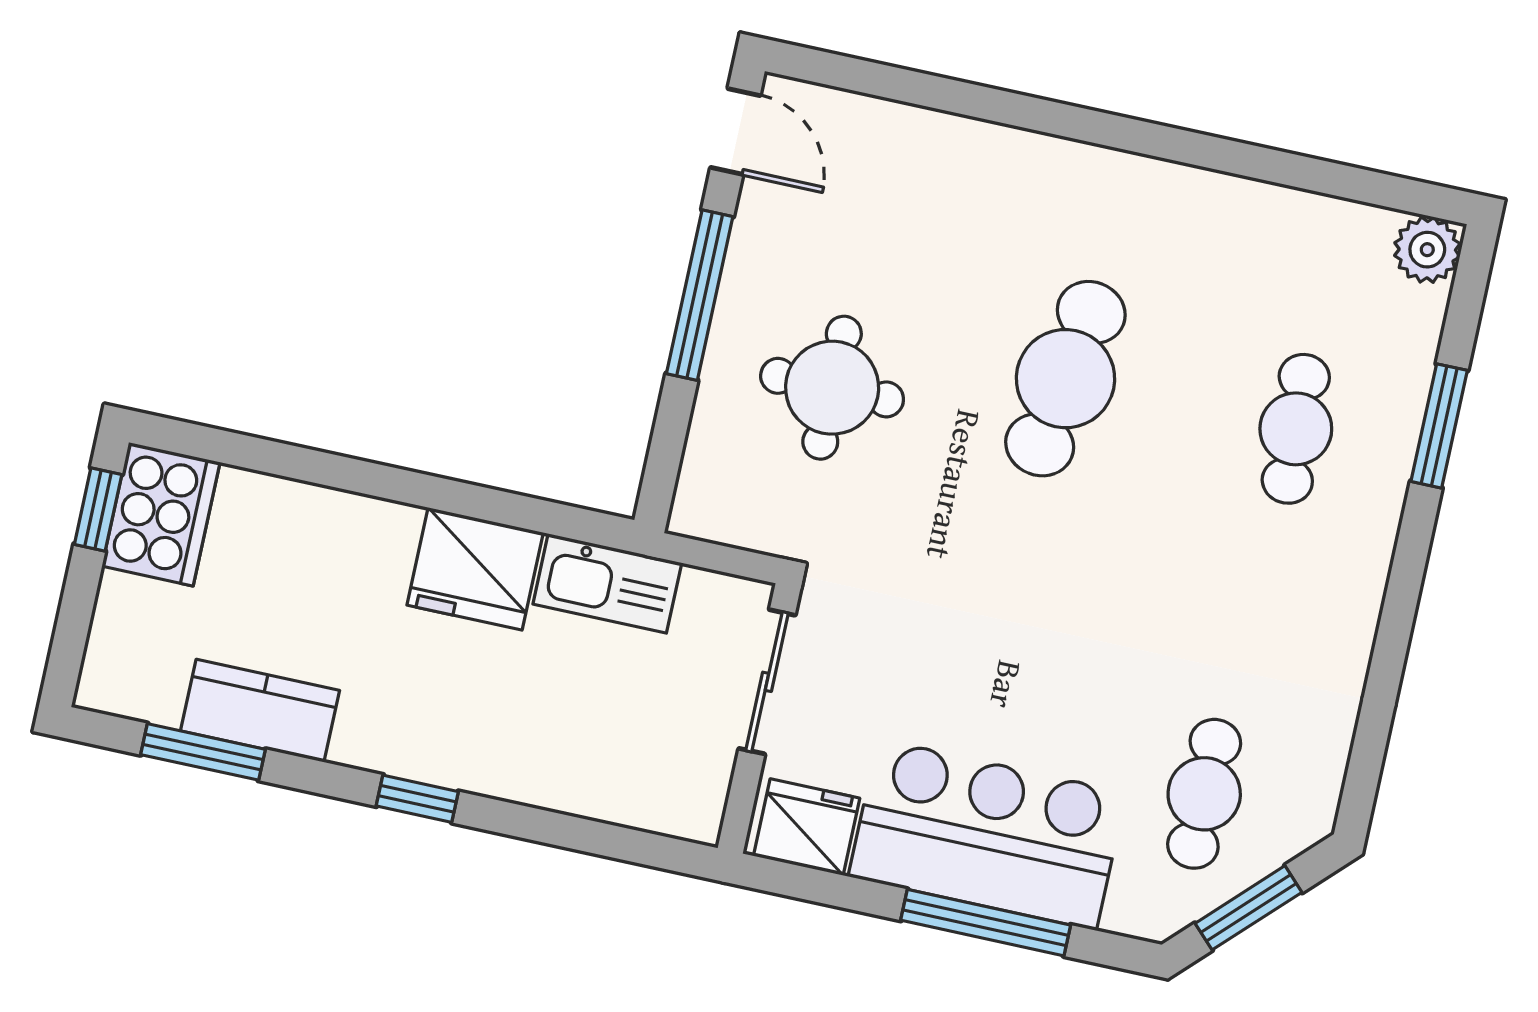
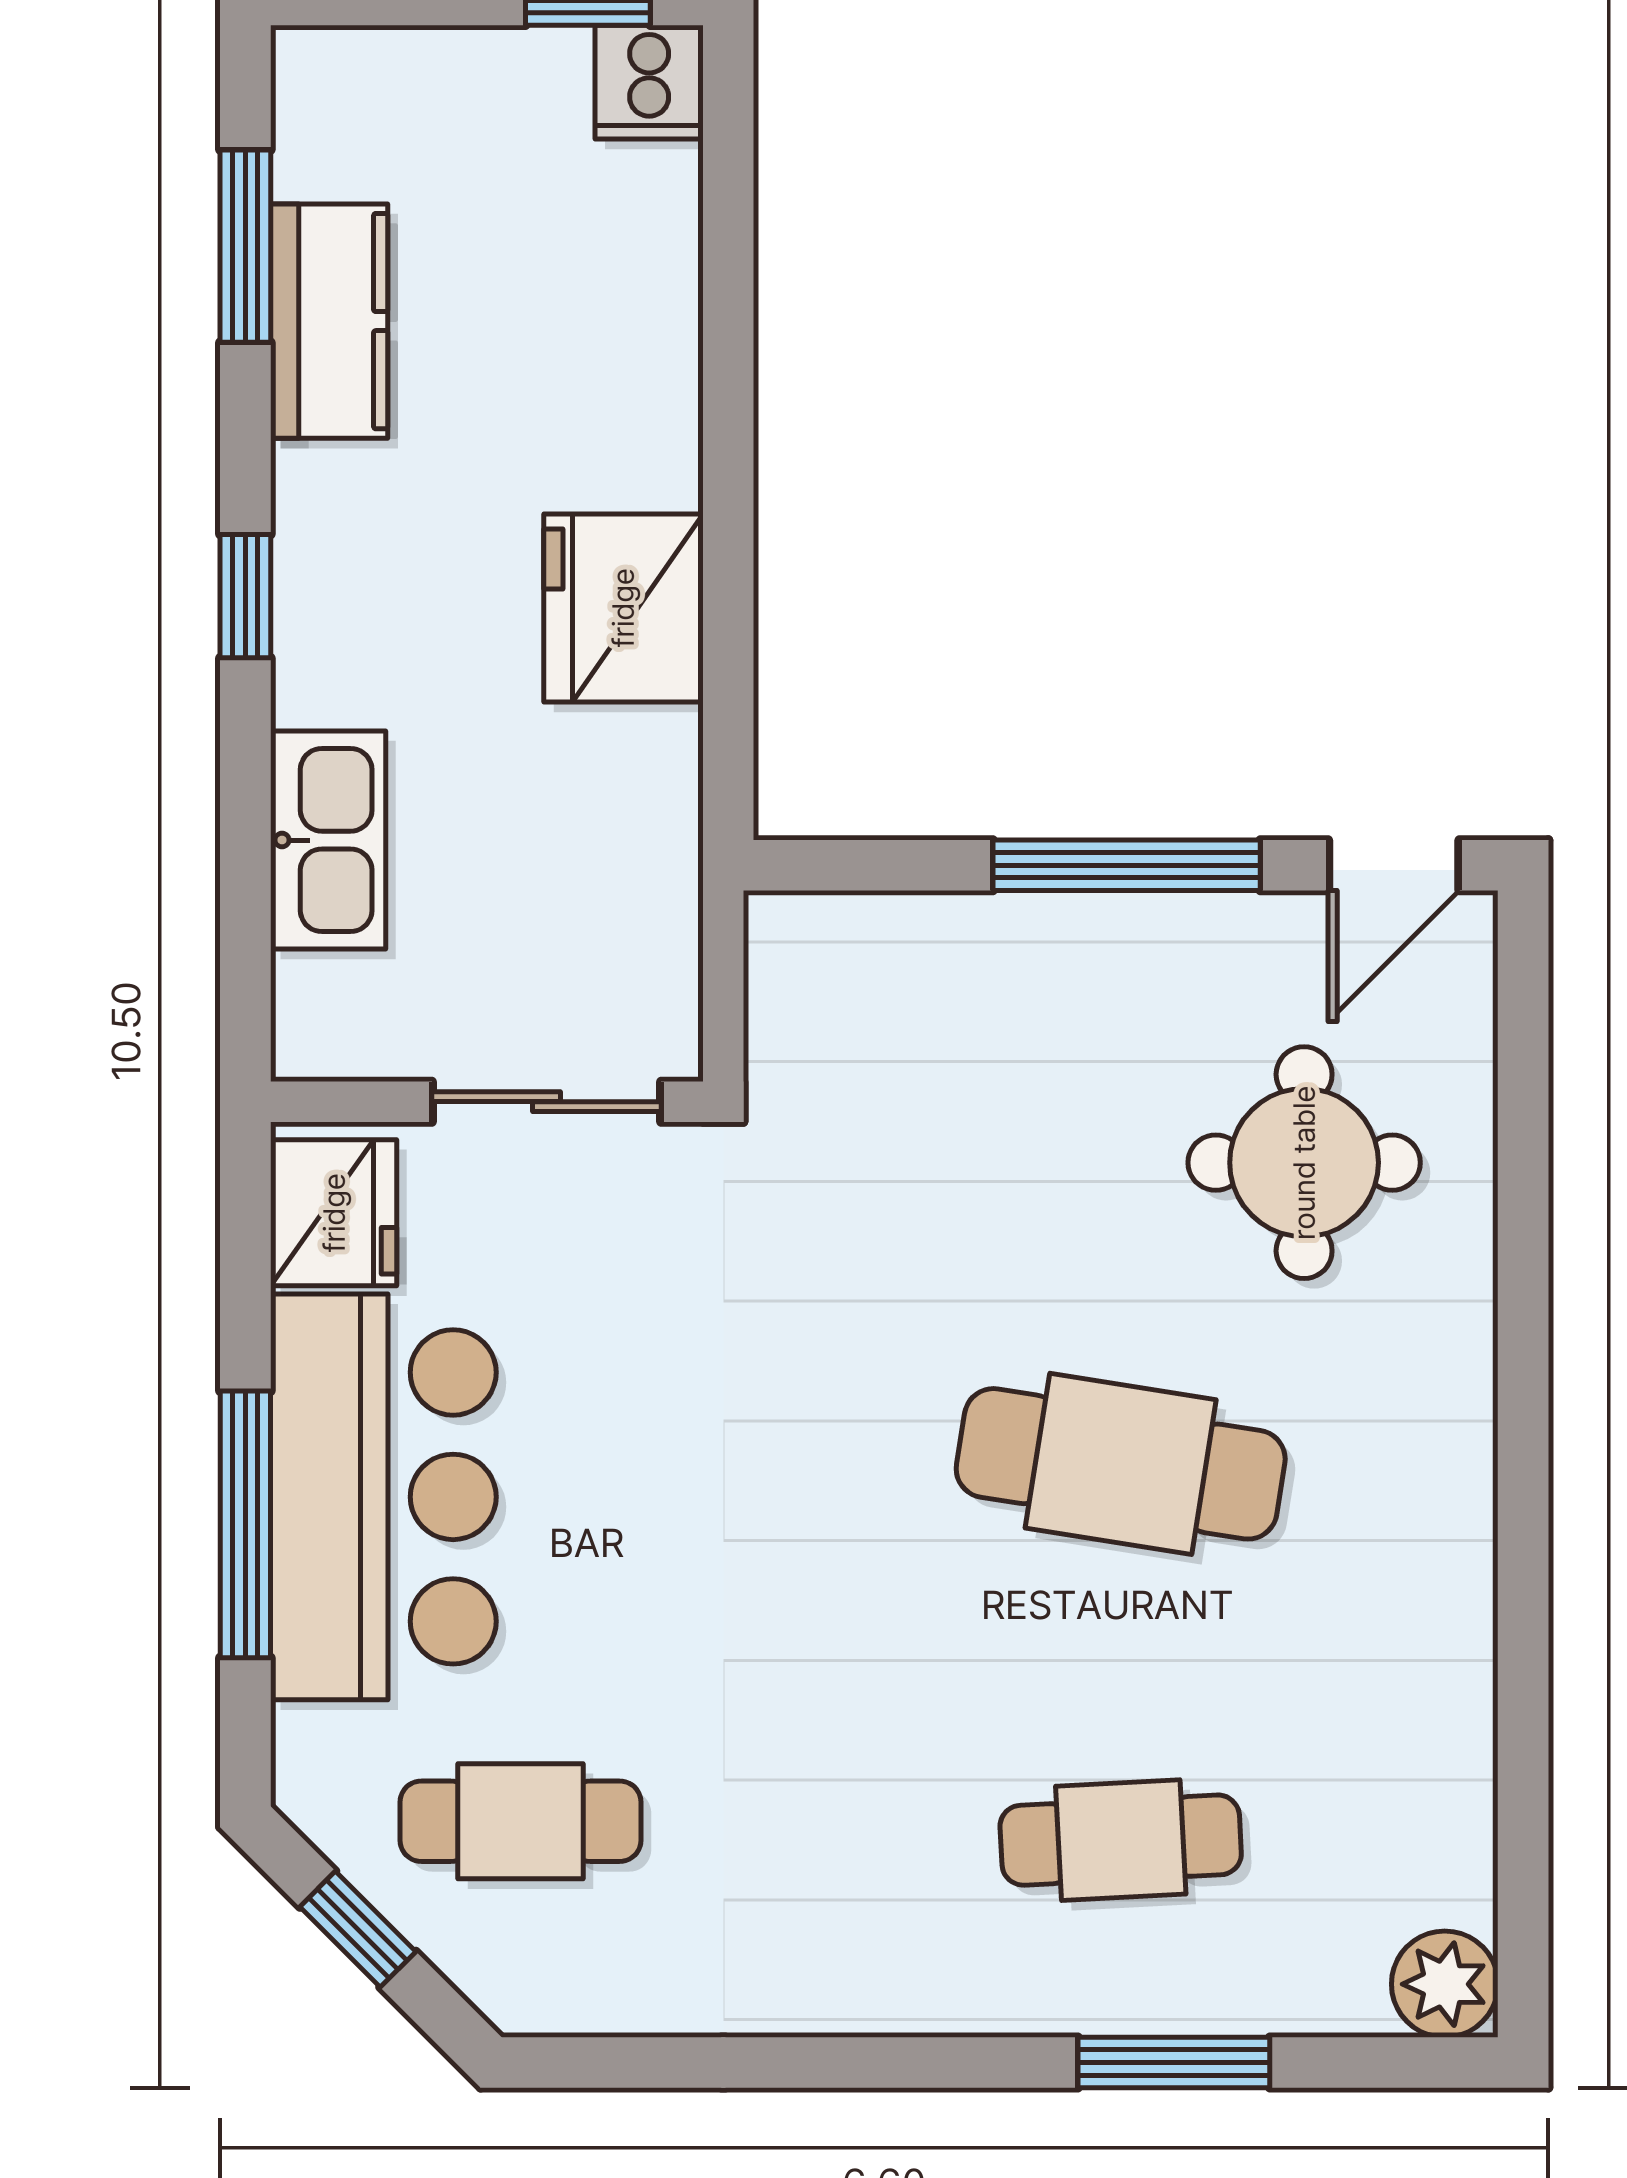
round table: (832, 388) -> (1304, 1163), moved
cooker: (161, 514) -> (649, 82), width x0.53, depth x0.76
kitchen sink: (607, 583) -> (328, 840), moved, turned 180
window: (1249, 908) -> (358, 1929), width x0.67

